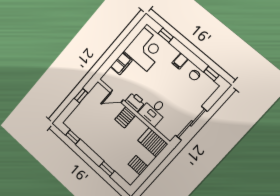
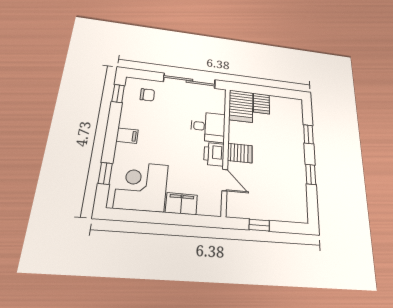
chair: (194, 75) -> (147, 95), moved
window: (73, 137) -> (311, 174), moved
server rack: (138, 165) -> (261, 103), moved

